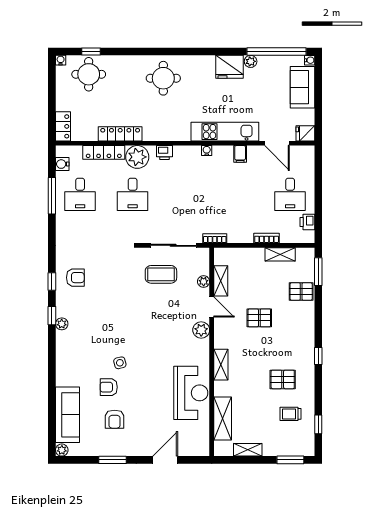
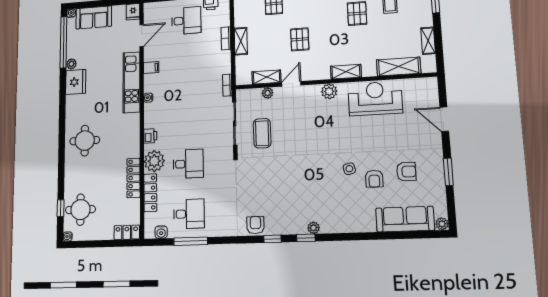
shelving: (280, 254) -> (241, 41), moved
armchair: (75, 278) -> (255, 225), moved
plant: (201, 330) -> (329, 91), moved

